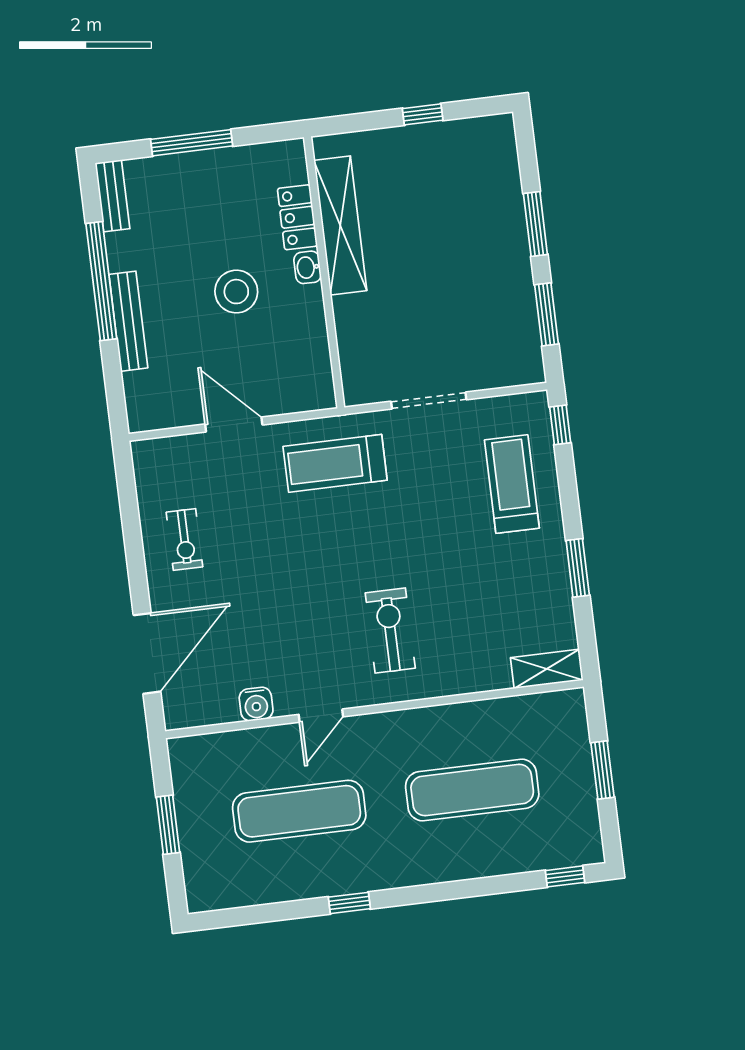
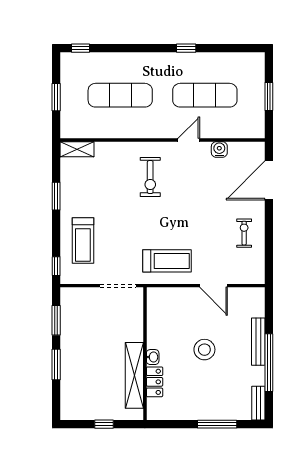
locker: (297, 217) -> (155, 382), moved
shelving: (340, 225) -> (134, 375), moved
washbasin: (307, 267) -> (153, 357), moved
wall: (324, 272) -> (145, 354), moved

